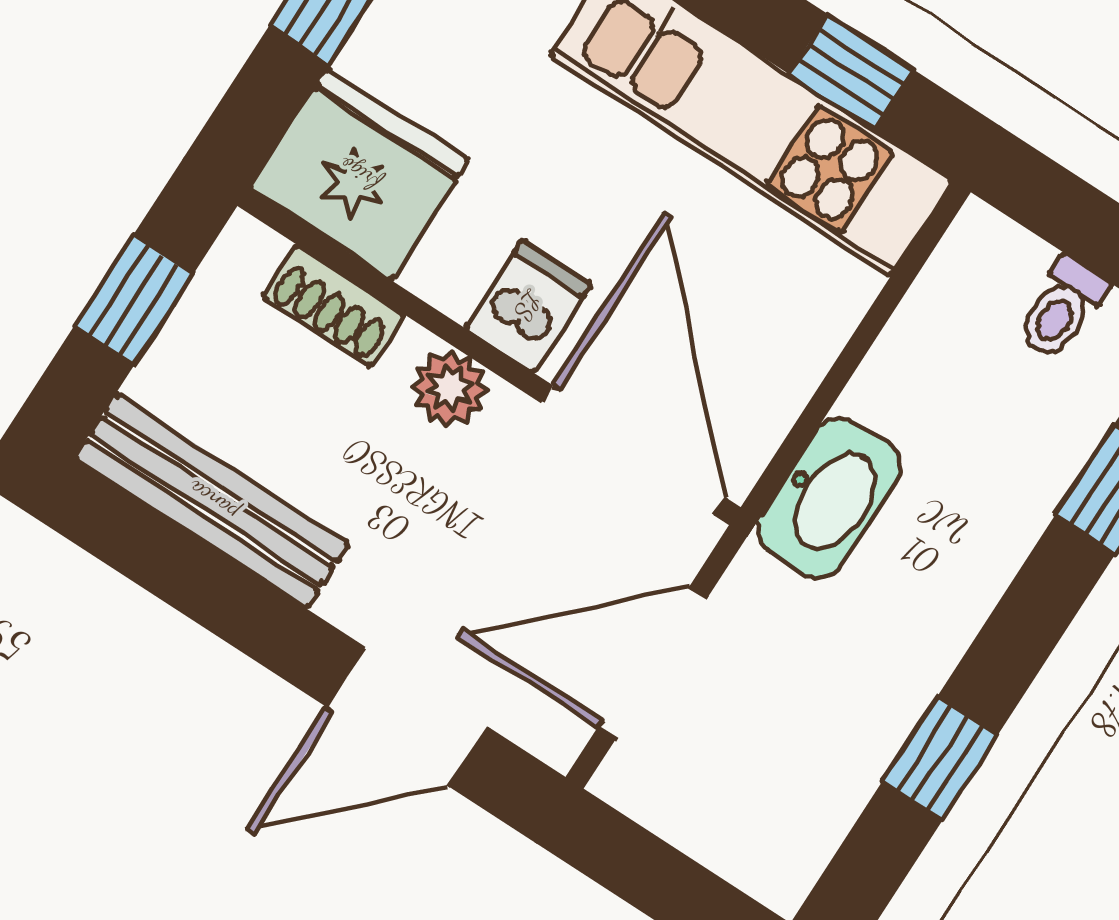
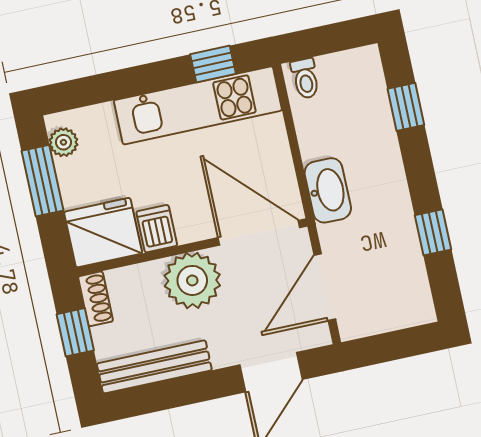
shoe rack: (334, 306) -> (96, 299), moved, turned -90
dishwasher: (528, 306) -> (157, 229), moved
toilet: (1062, 309) -> (305, 78), moved
plant: (449, 388) -> (192, 280), width x1.88, depth x1.88

